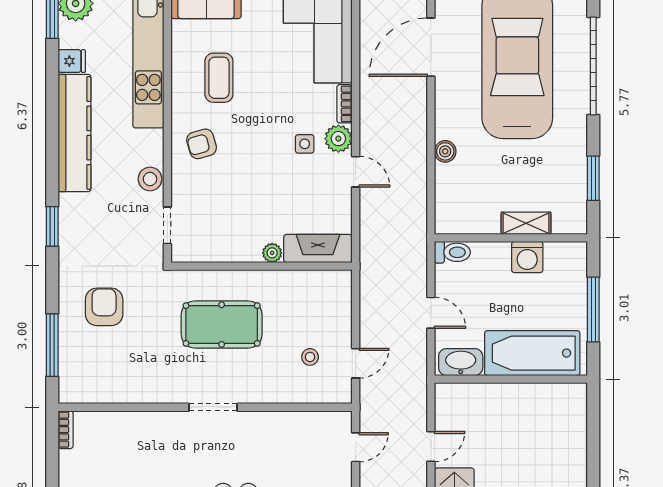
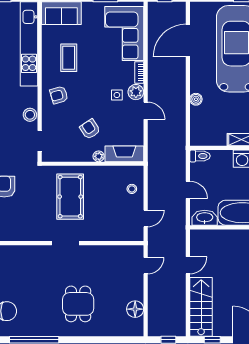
armchair: (257, 205) -> (90, 129), added
pool table: (222, 325) -> (70, 197), turned 90
stool: (310, 357) -> (132, 189), moved

